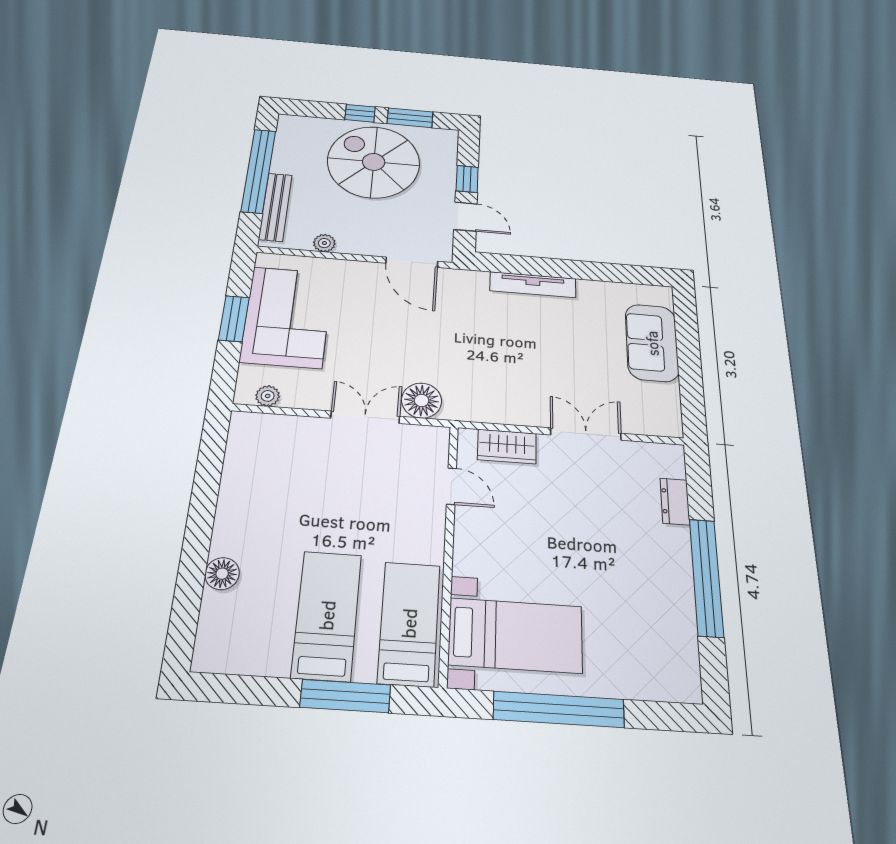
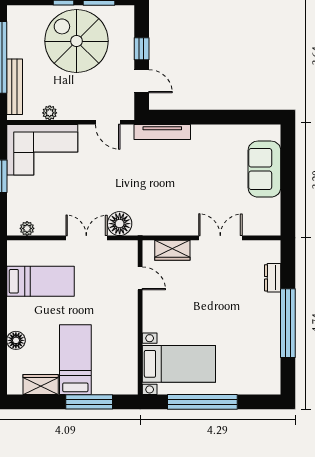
door: (412, 262) -> (108, 122), width x0.73
tv unit: (533, 285) -> (162, 132), moved
corner sofa: (287, 317) -> (42, 150), moved, turned 90
bed: (409, 623) -> (40, 281), moved, turned 90
wardrobe: (257, 657) -> (41, 385), added

